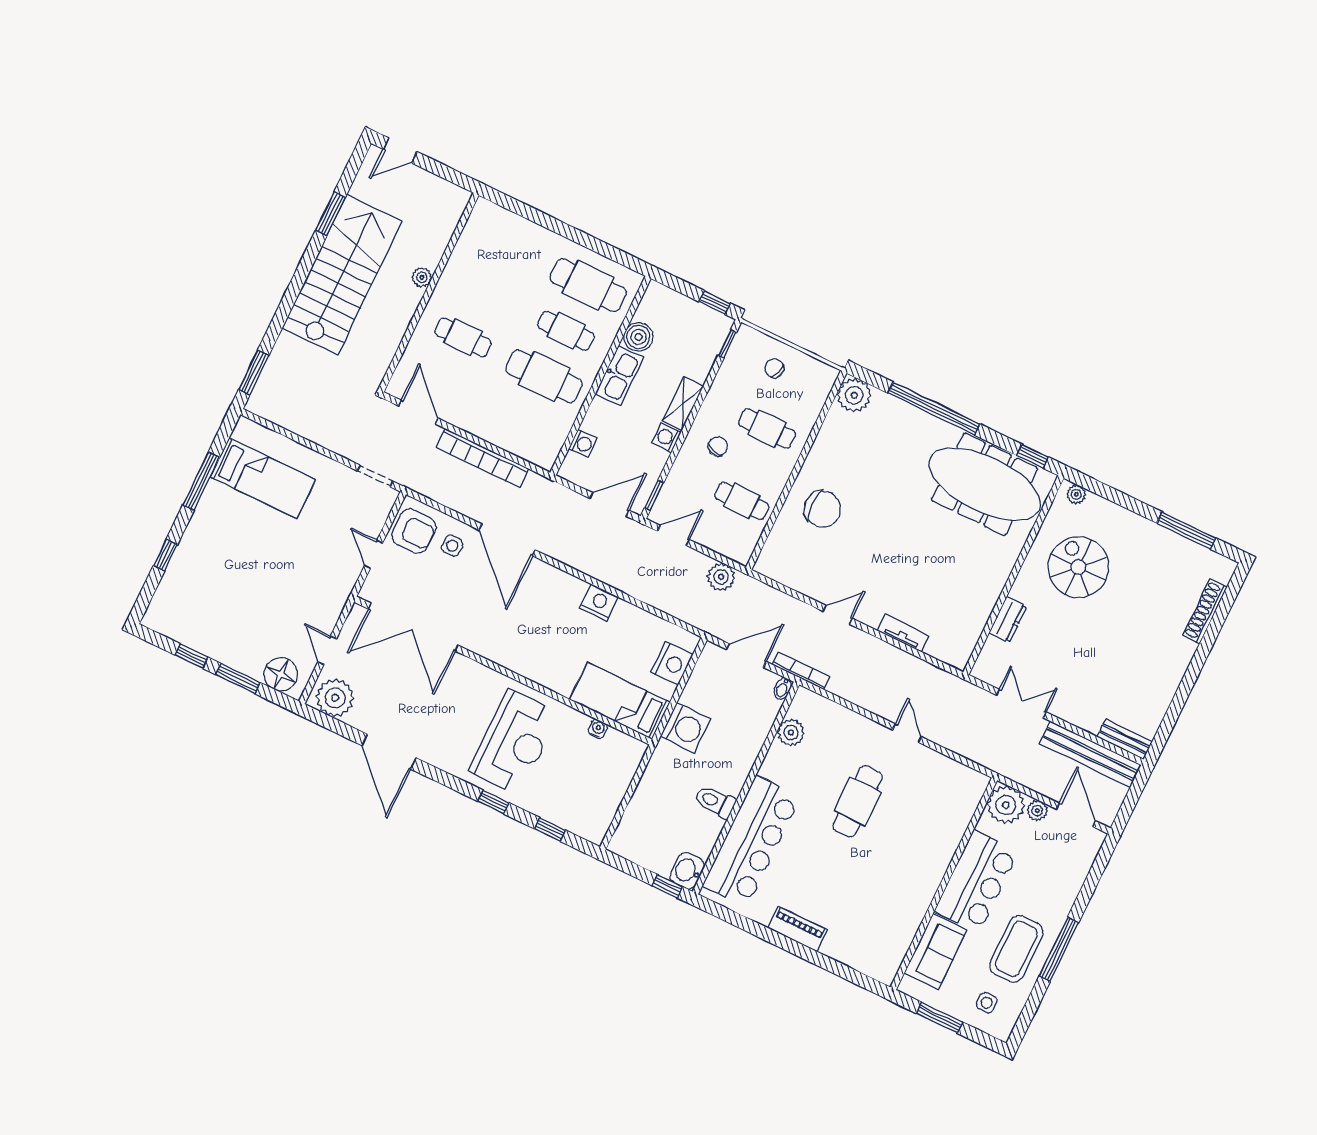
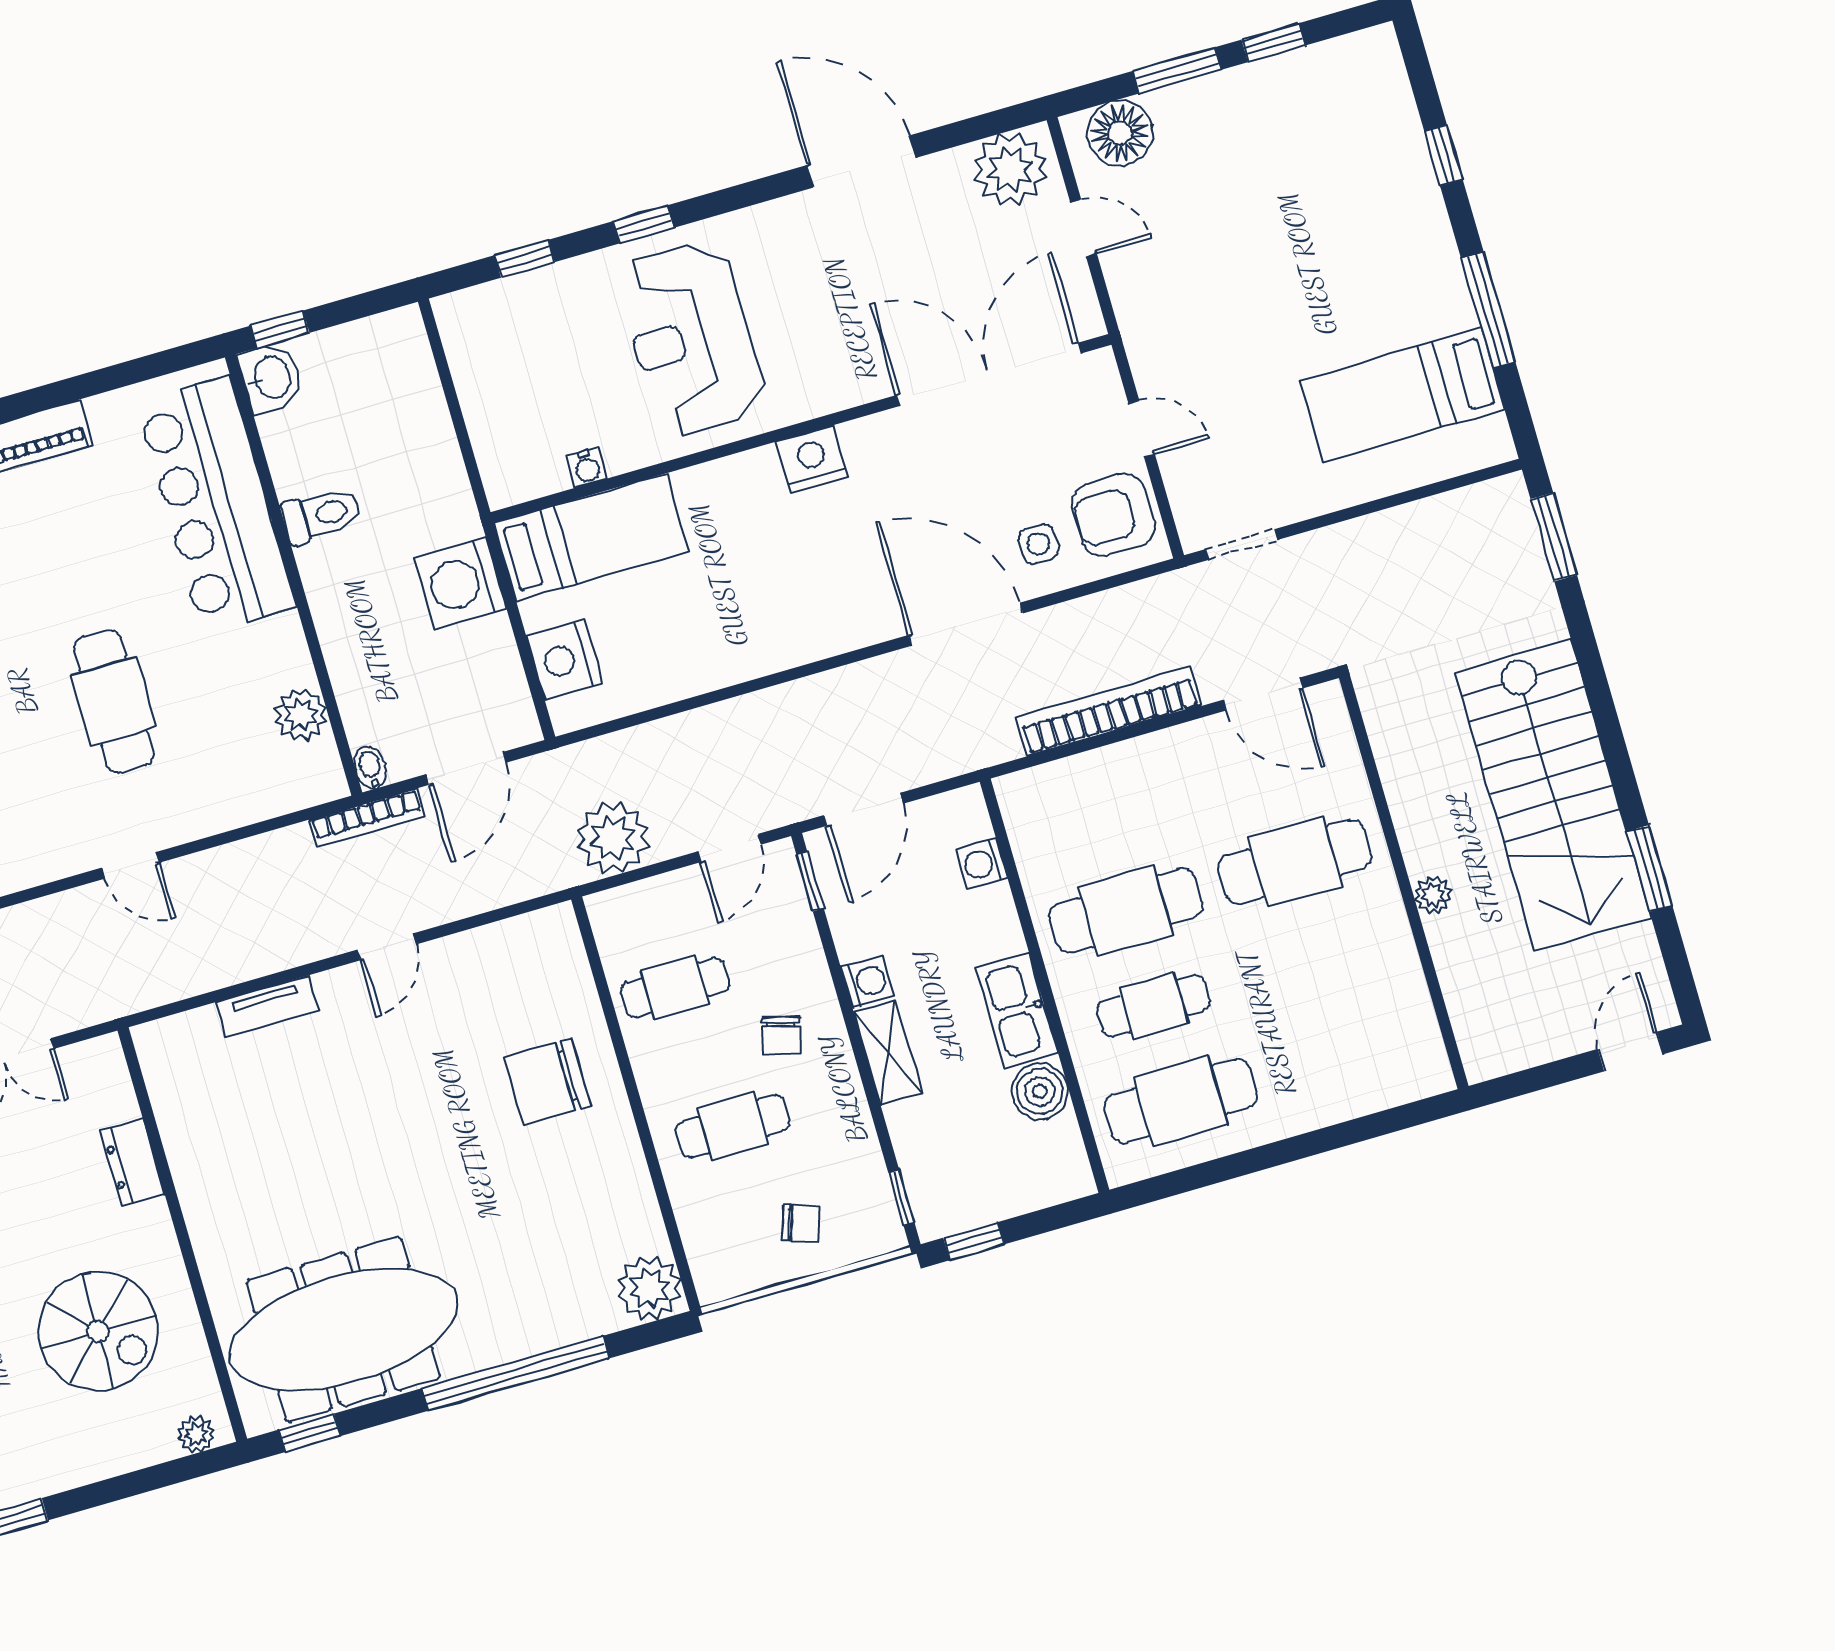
cafe table: (463, 337) -> (1295, 862), width x1.37, depth x1.35
plant: (721, 577) -> (613, 838), width x1.36, depth x1.36
nightstand: (599, 603) -> (812, 459), moved, turned 180

